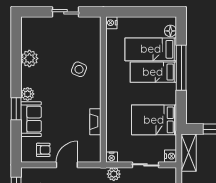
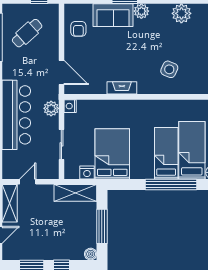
fireplace: (95, 122) -> (122, 88), moved
nightstand: (170, 156) -> (87, 173), moved
door: (67, 165) -> (61, 72), moved

